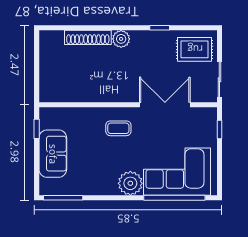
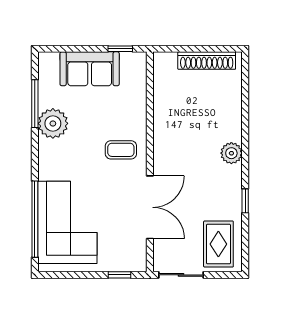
shoe rack: (88, 37) -> (207, 61), moved, turned -90
coffee table: (118, 128) -> (121, 150), turned 90
plant: (130, 183) -> (53, 123), moved
window: (63, 198) -> (35, 104), moved

